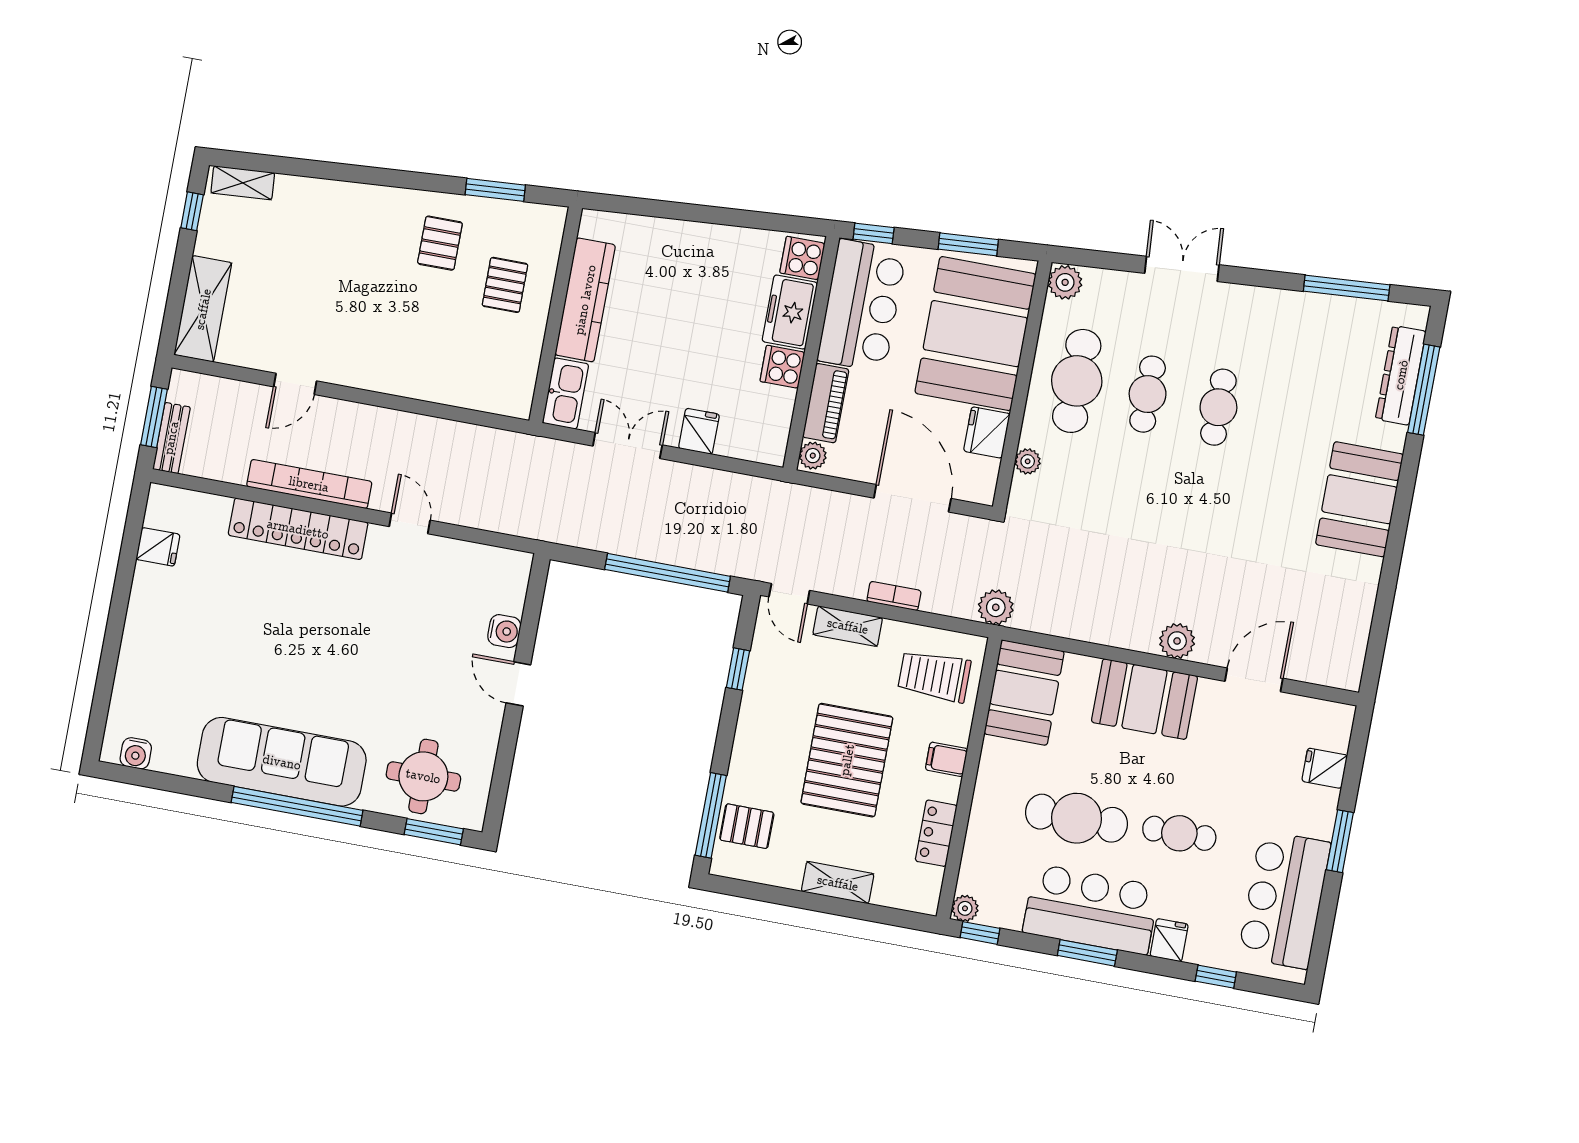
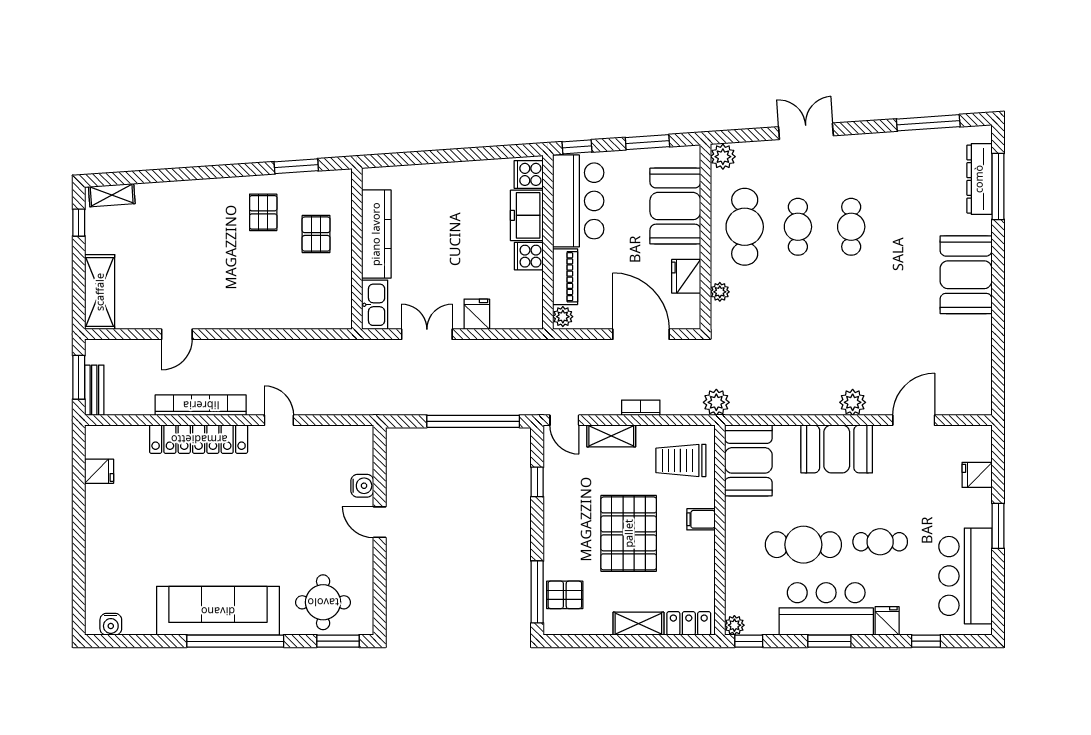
booth: (975, 334) -> (675, 206), width x0.73, depth x0.70
locker: (936, 833) -> (689, 623), moved, turned 90

